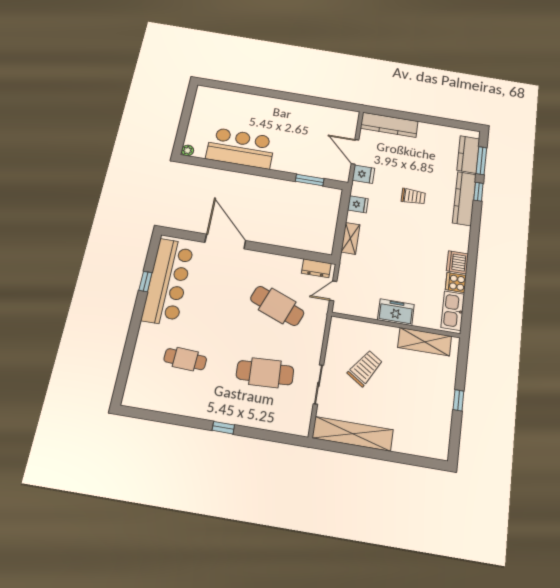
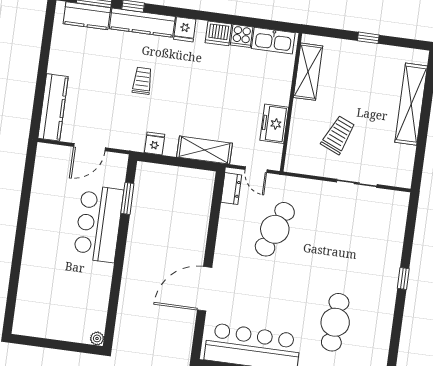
bar counter: (241, 148) -> (99, 224), moved
fridge: (363, 174) -> (185, 29), moved, turned 180
shelving: (350, 238) -> (204, 150), width x1.50, depth x1.33
freezer: (396, 312) -> (274, 124), moved
cafe table: (185, 359) -> (335, 322), width x1.37, depth x1.35
trolley: (365, 368) -> (338, 135), turned 80
cafe table: (265, 373) -> (346, 239), removed
shelving: (353, 434) -> (411, 104), moved

